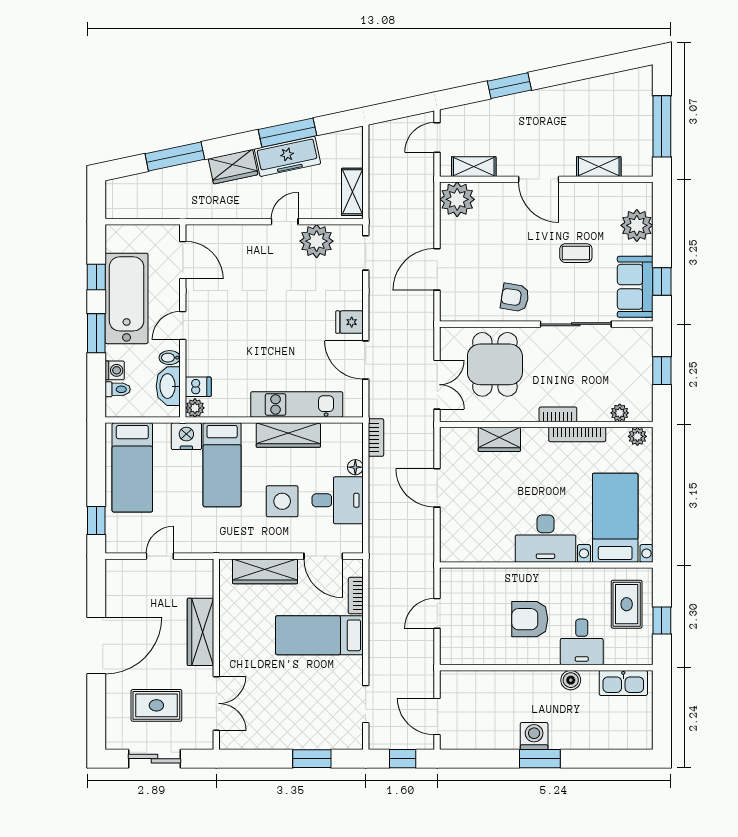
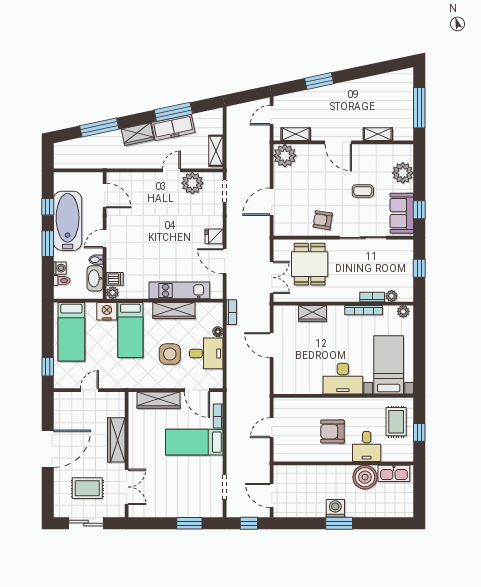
bookcase: (558, 414) -> (372, 297), moved
boiler: (571, 680) -> (365, 477), width x1.86, depth x1.86

